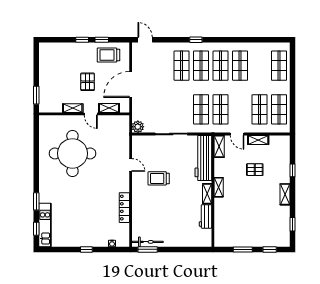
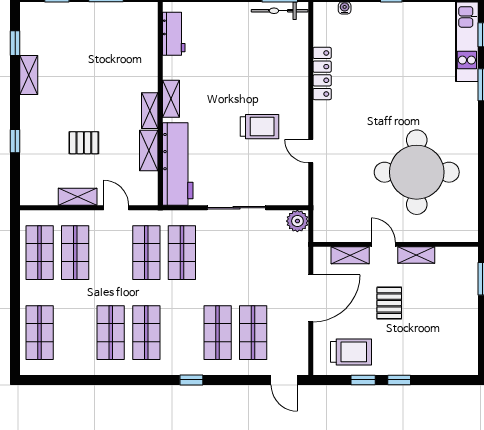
shop shelf: (201, 66) -> (253, 333), moved
shelving: (219, 146) -> (149, 150), moved
shelving: (285, 194) -> (29, 75), moved
workbench: (206, 216) -> (174, 34), moved

